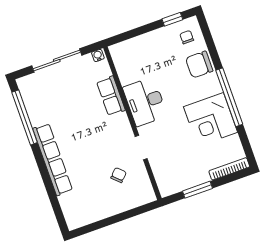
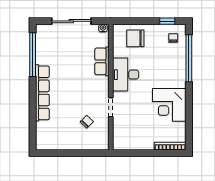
chair: (199, 65) -> (135, 38), moved
window: (229, 97) -> (189, 58), moved
window: (198, 190) -> (141, 153), removed

